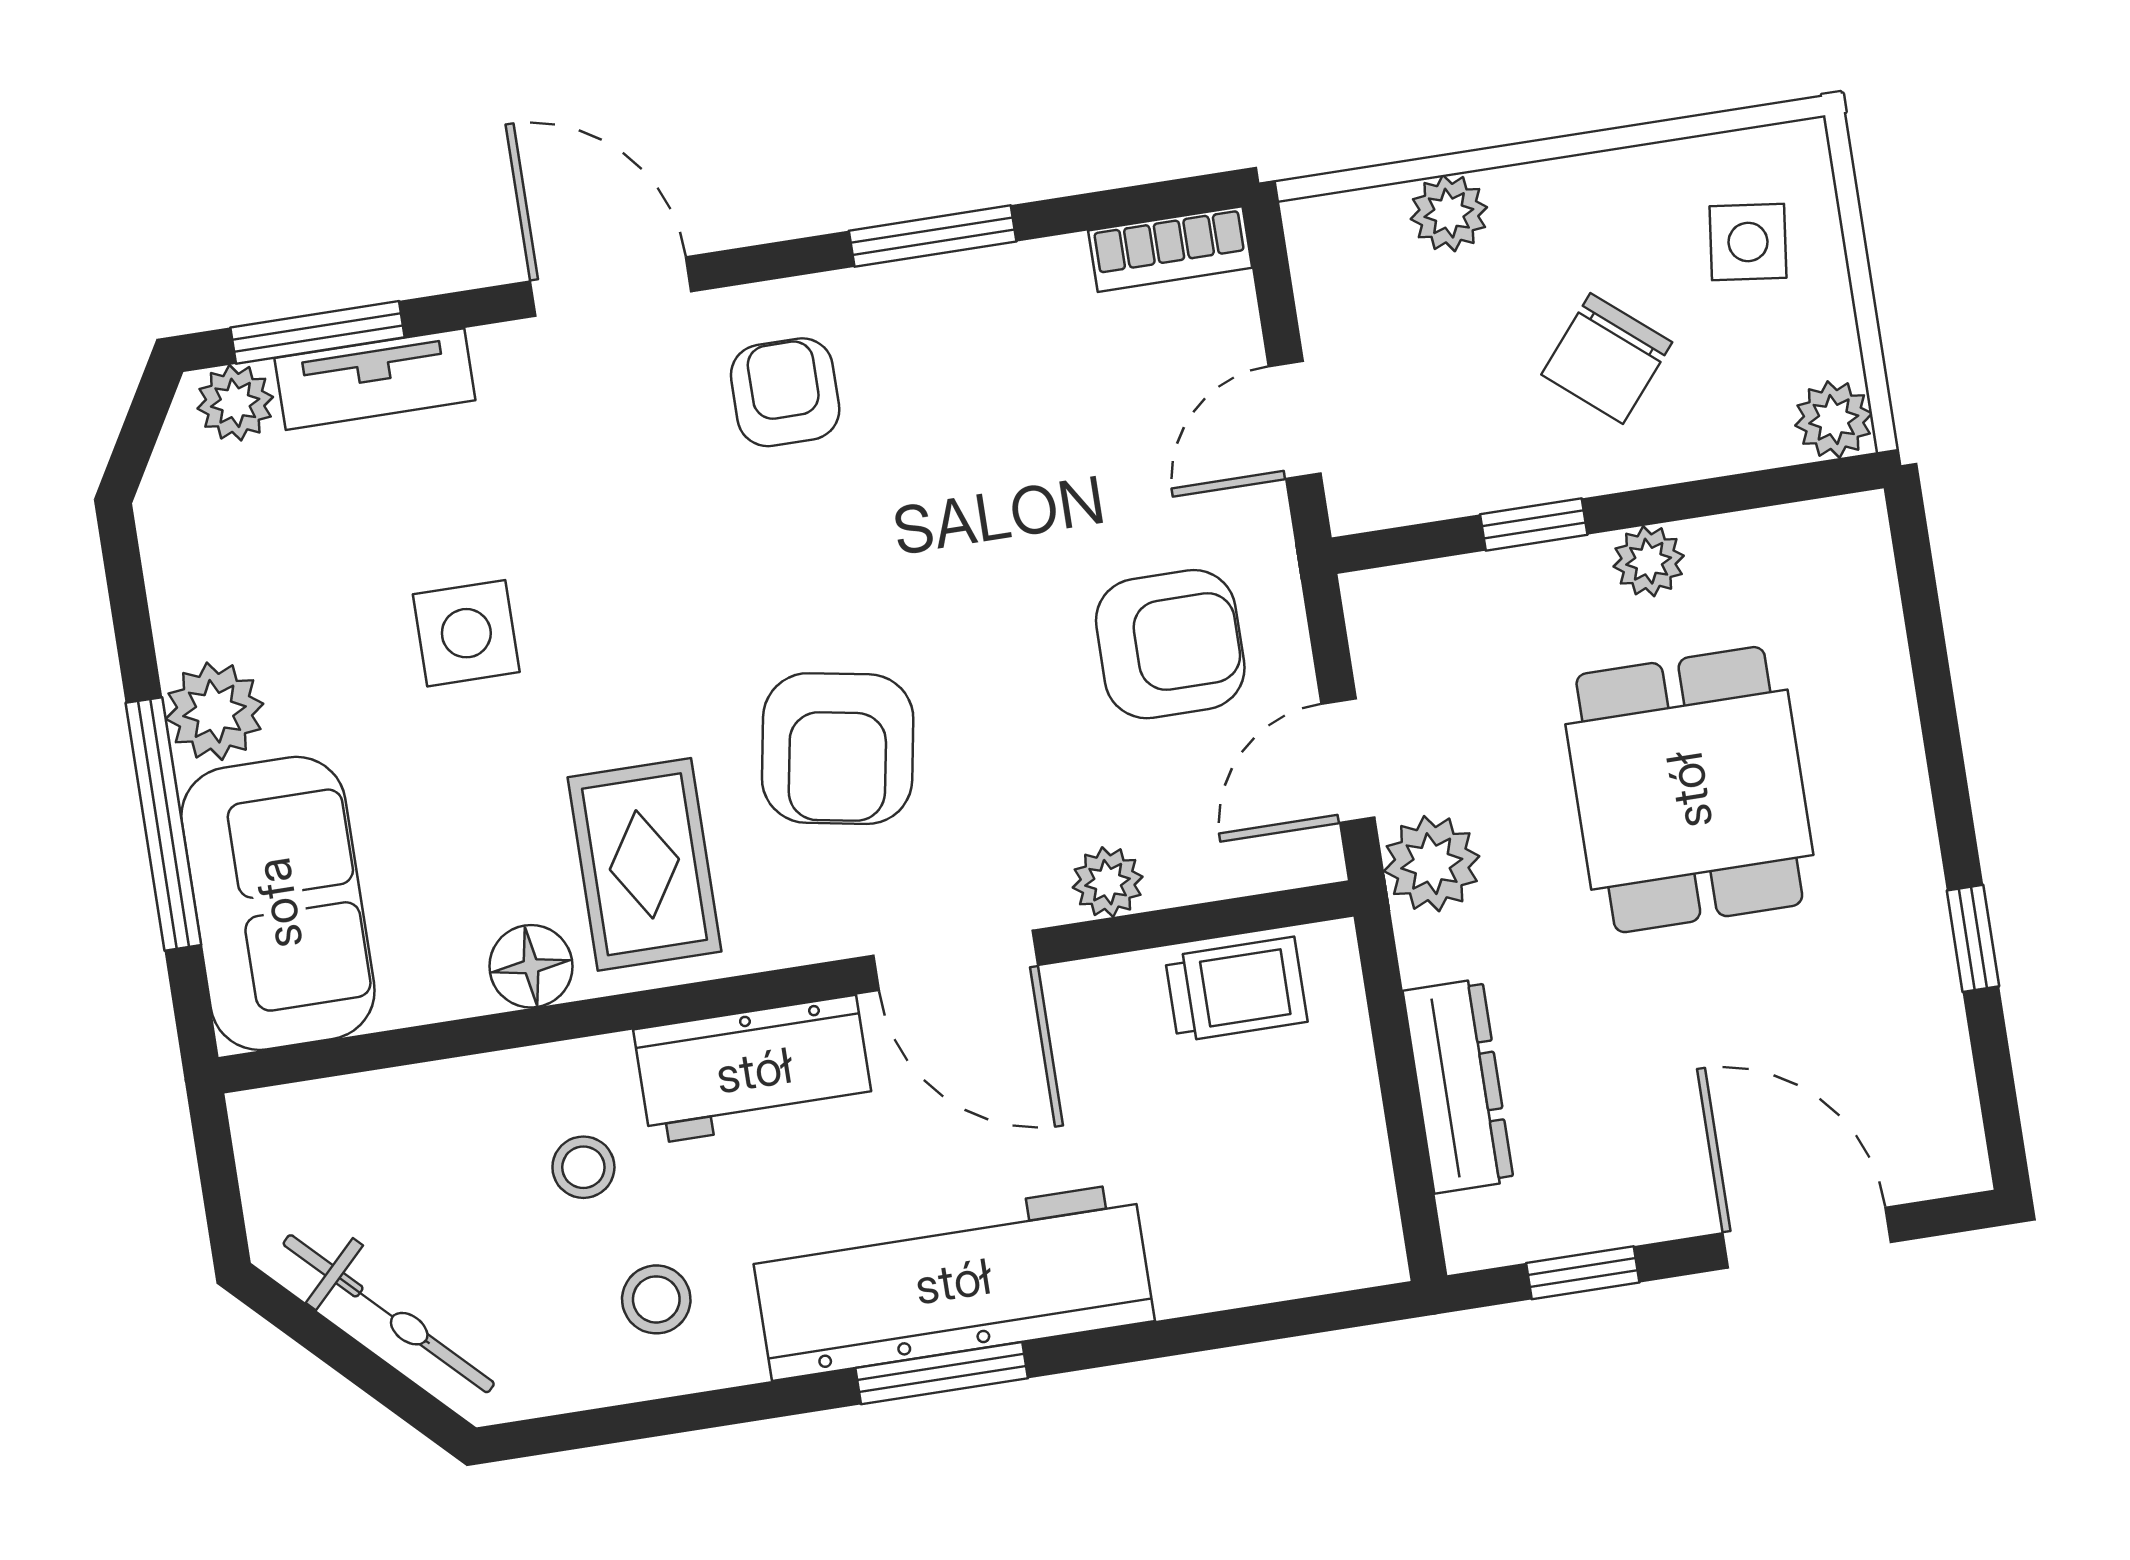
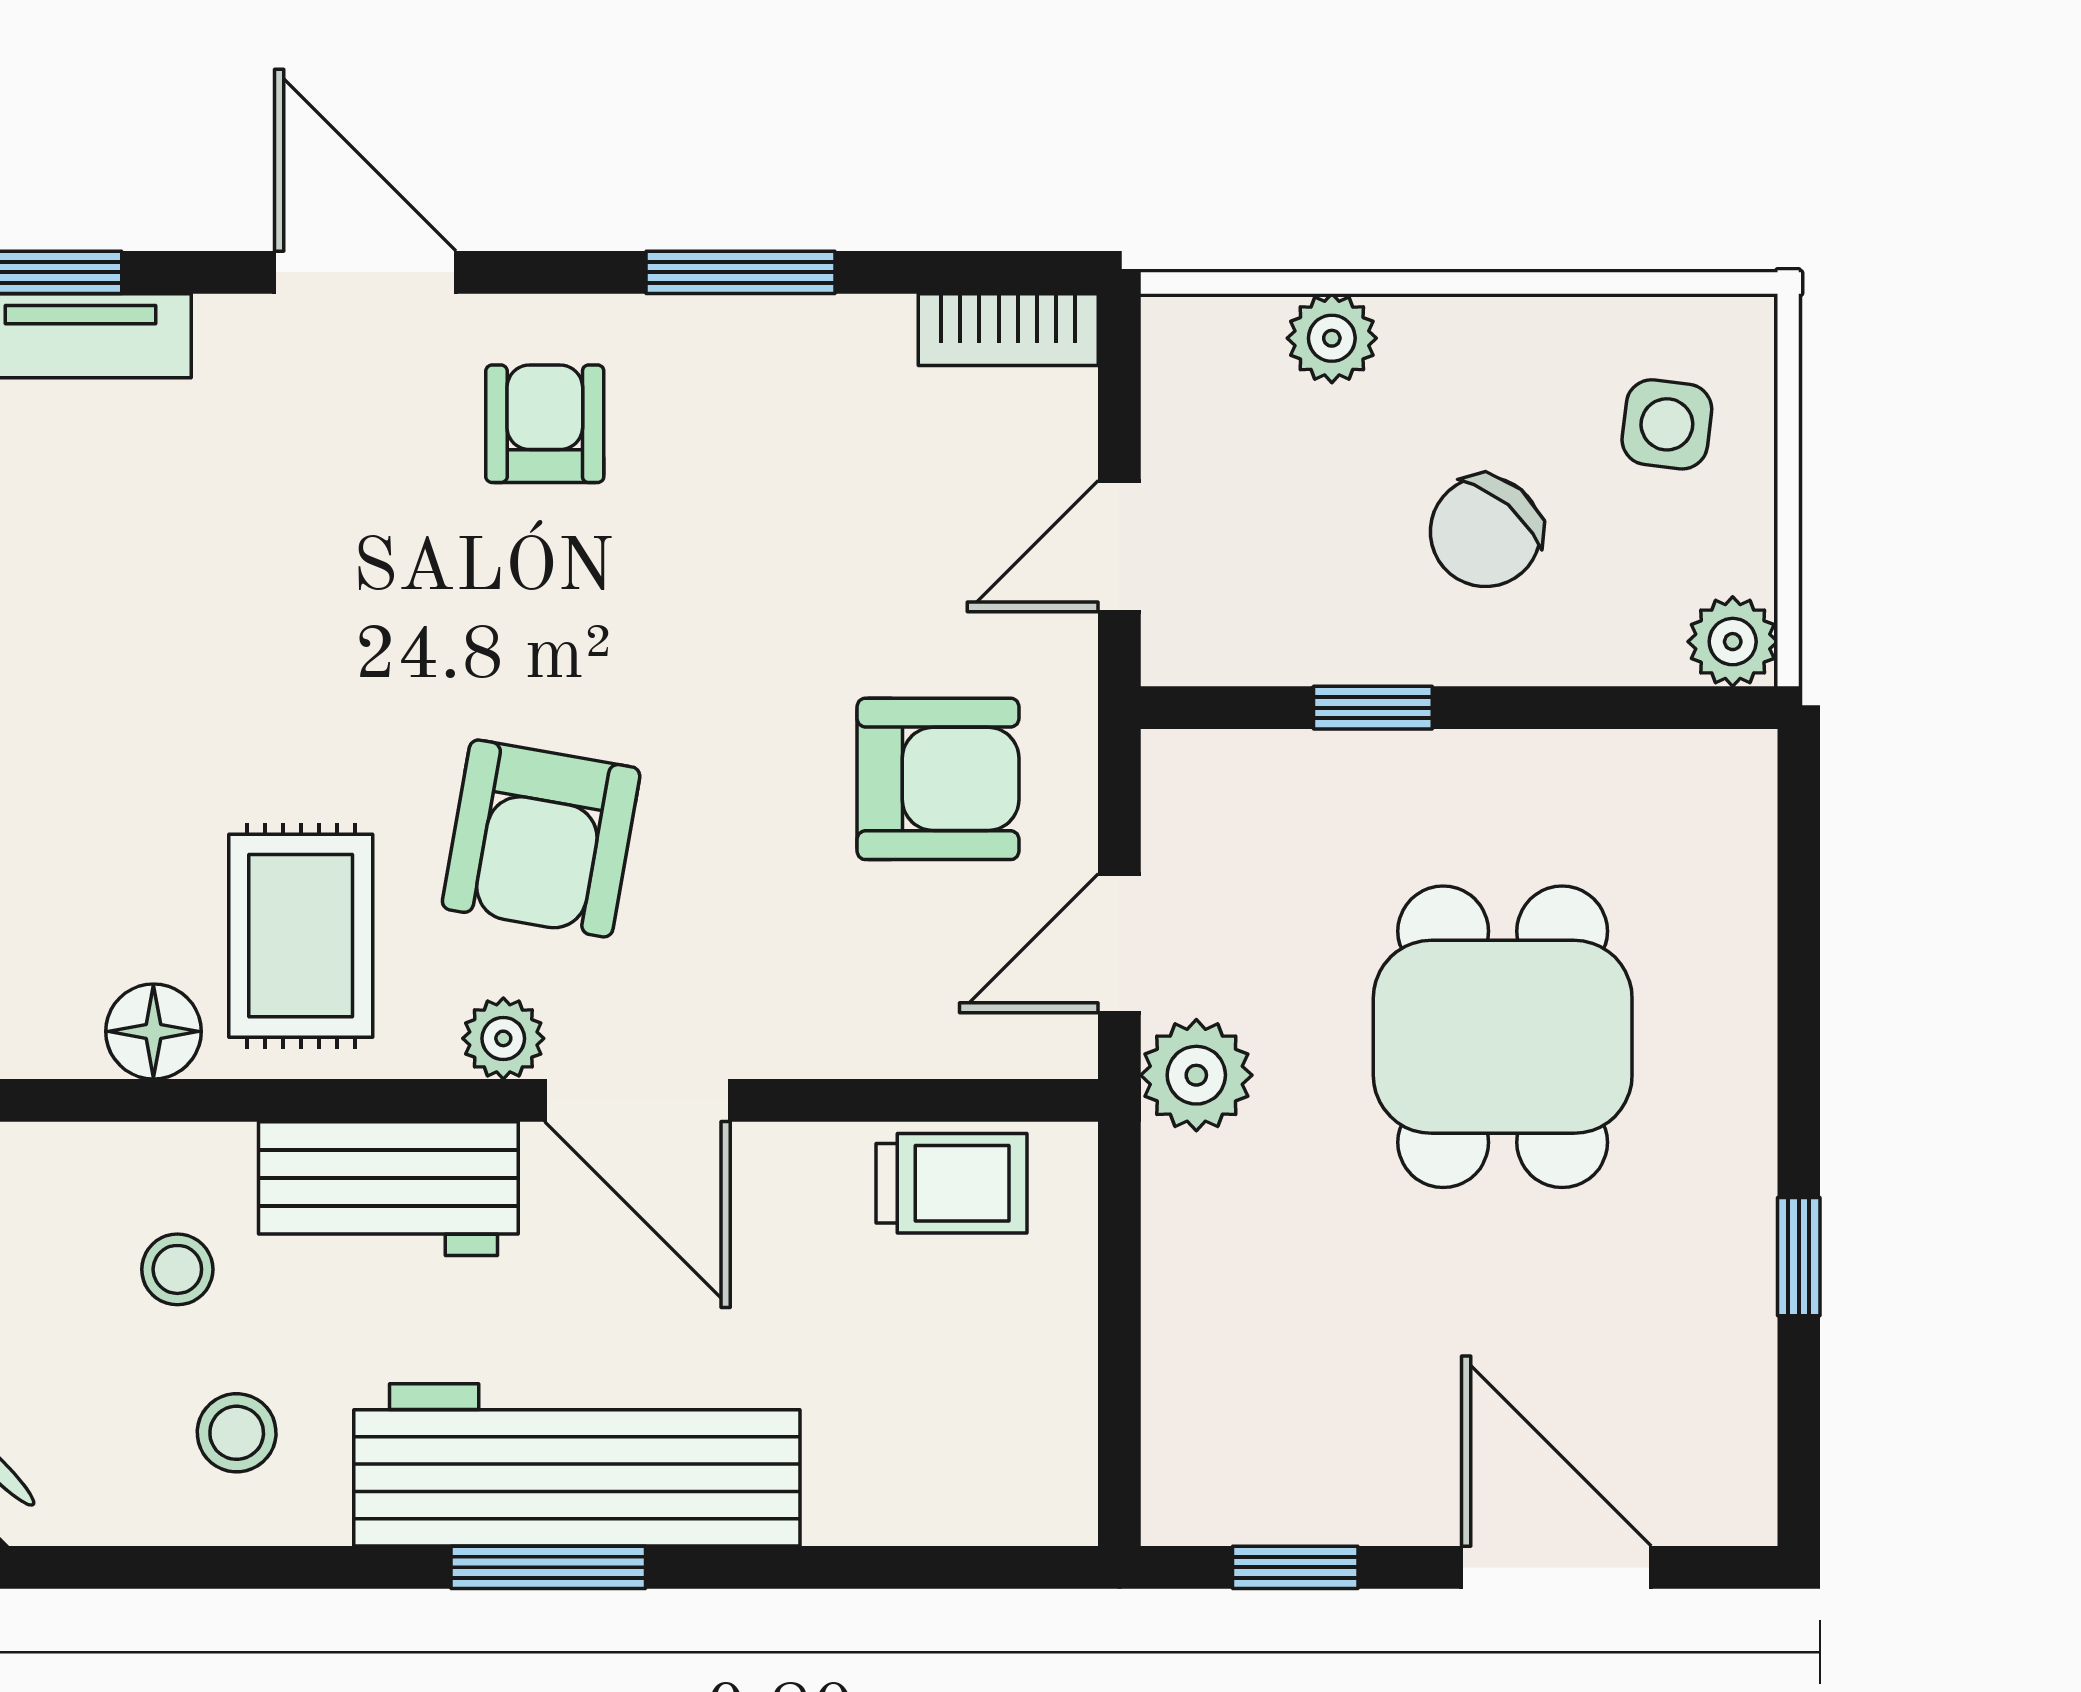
plant: (1649, 561) -> (1497, 770), removed
side table: (466, 633) -> (139, 641), removed
plant: (1108, 882) -> (503, 1038), moved
dresser: (1458, 1086) -> (1187, 1333), removed

